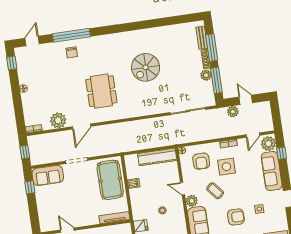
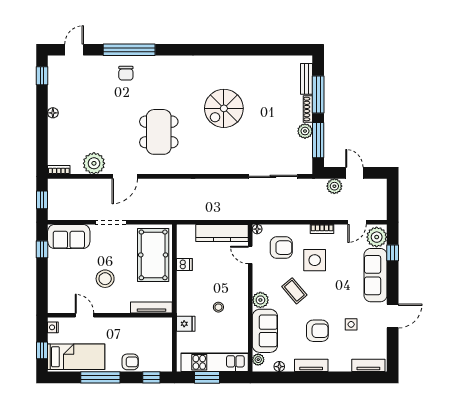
armchair: (201, 161) -> (281, 248), turned -90
door: (183, 189) -> (250, 255), moved
stool: (78, 202) -> (105, 279), added

